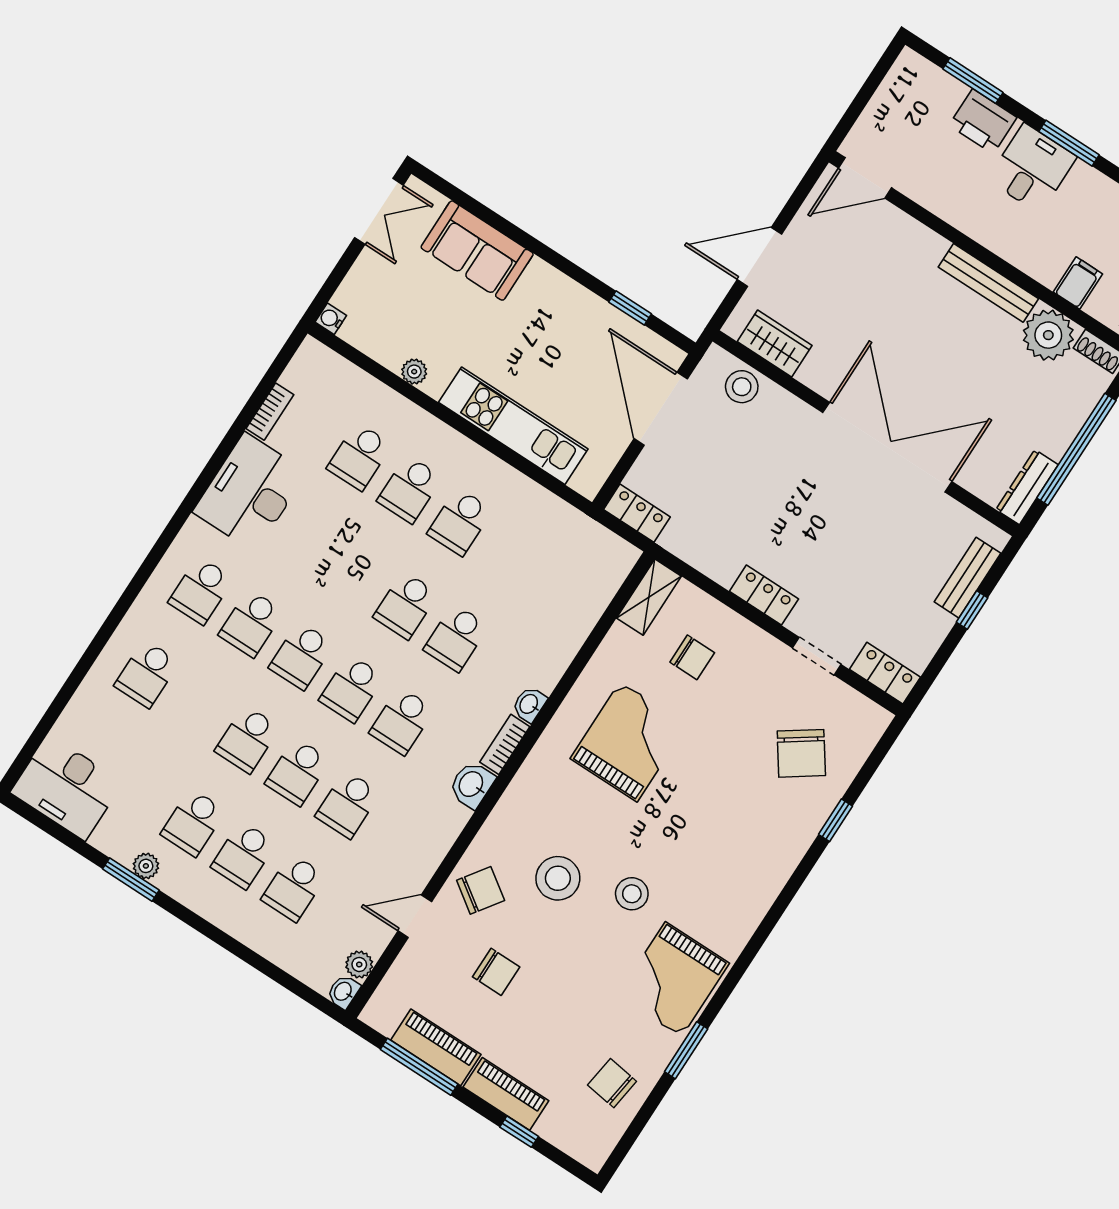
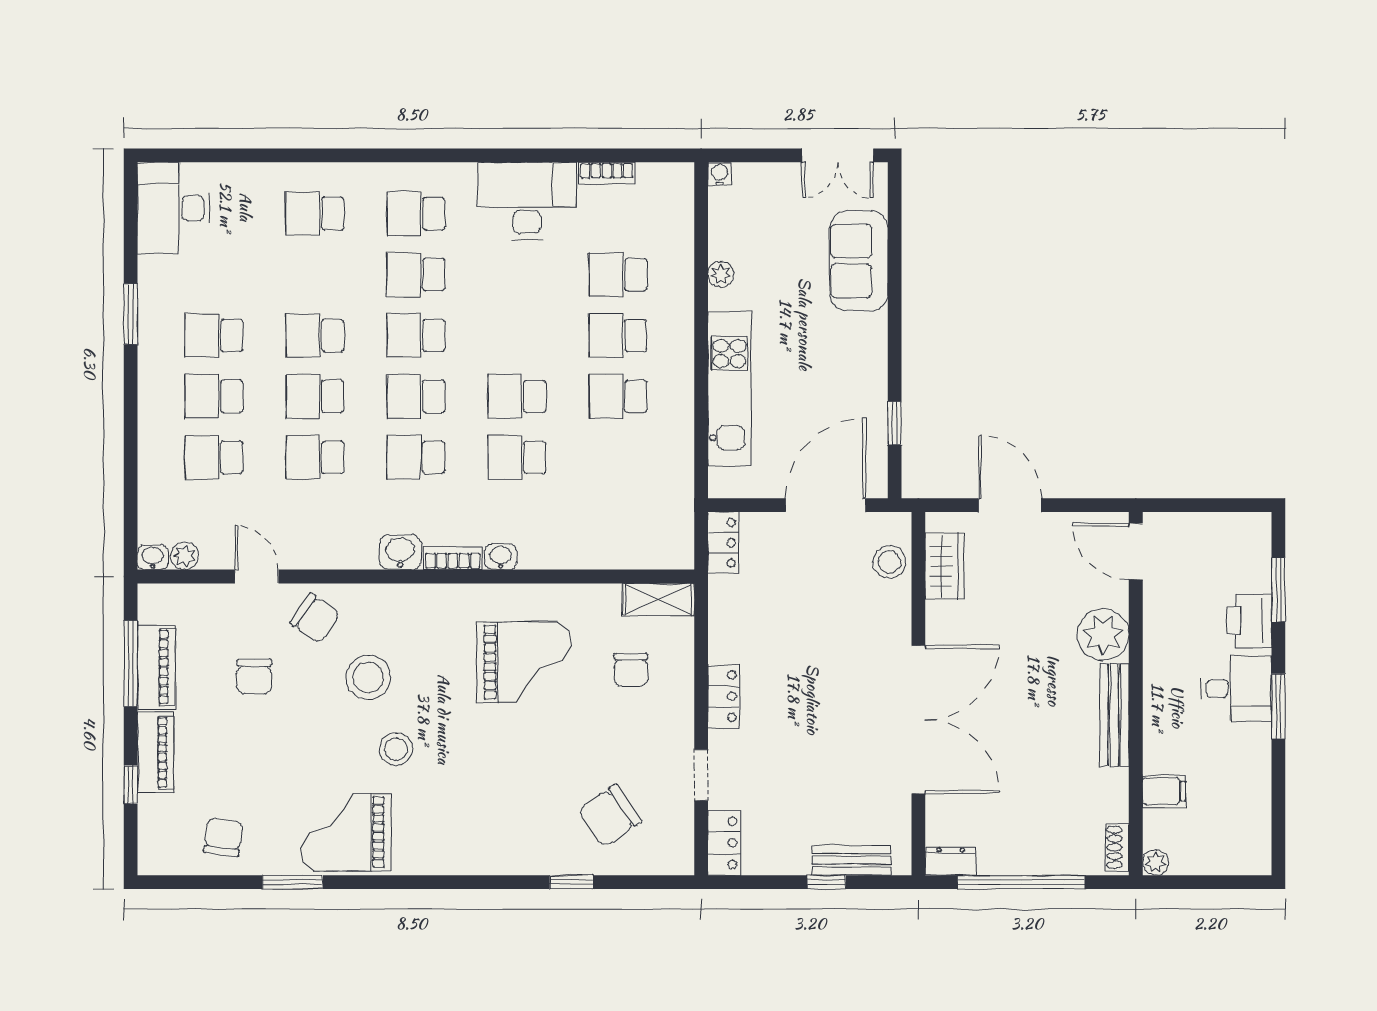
plant: (1048, 335) -> (1103, 635), moved
dresser: (1027, 487) -> (951, 861), width x0.70
plant: (146, 866) -> (151, 319), removed

